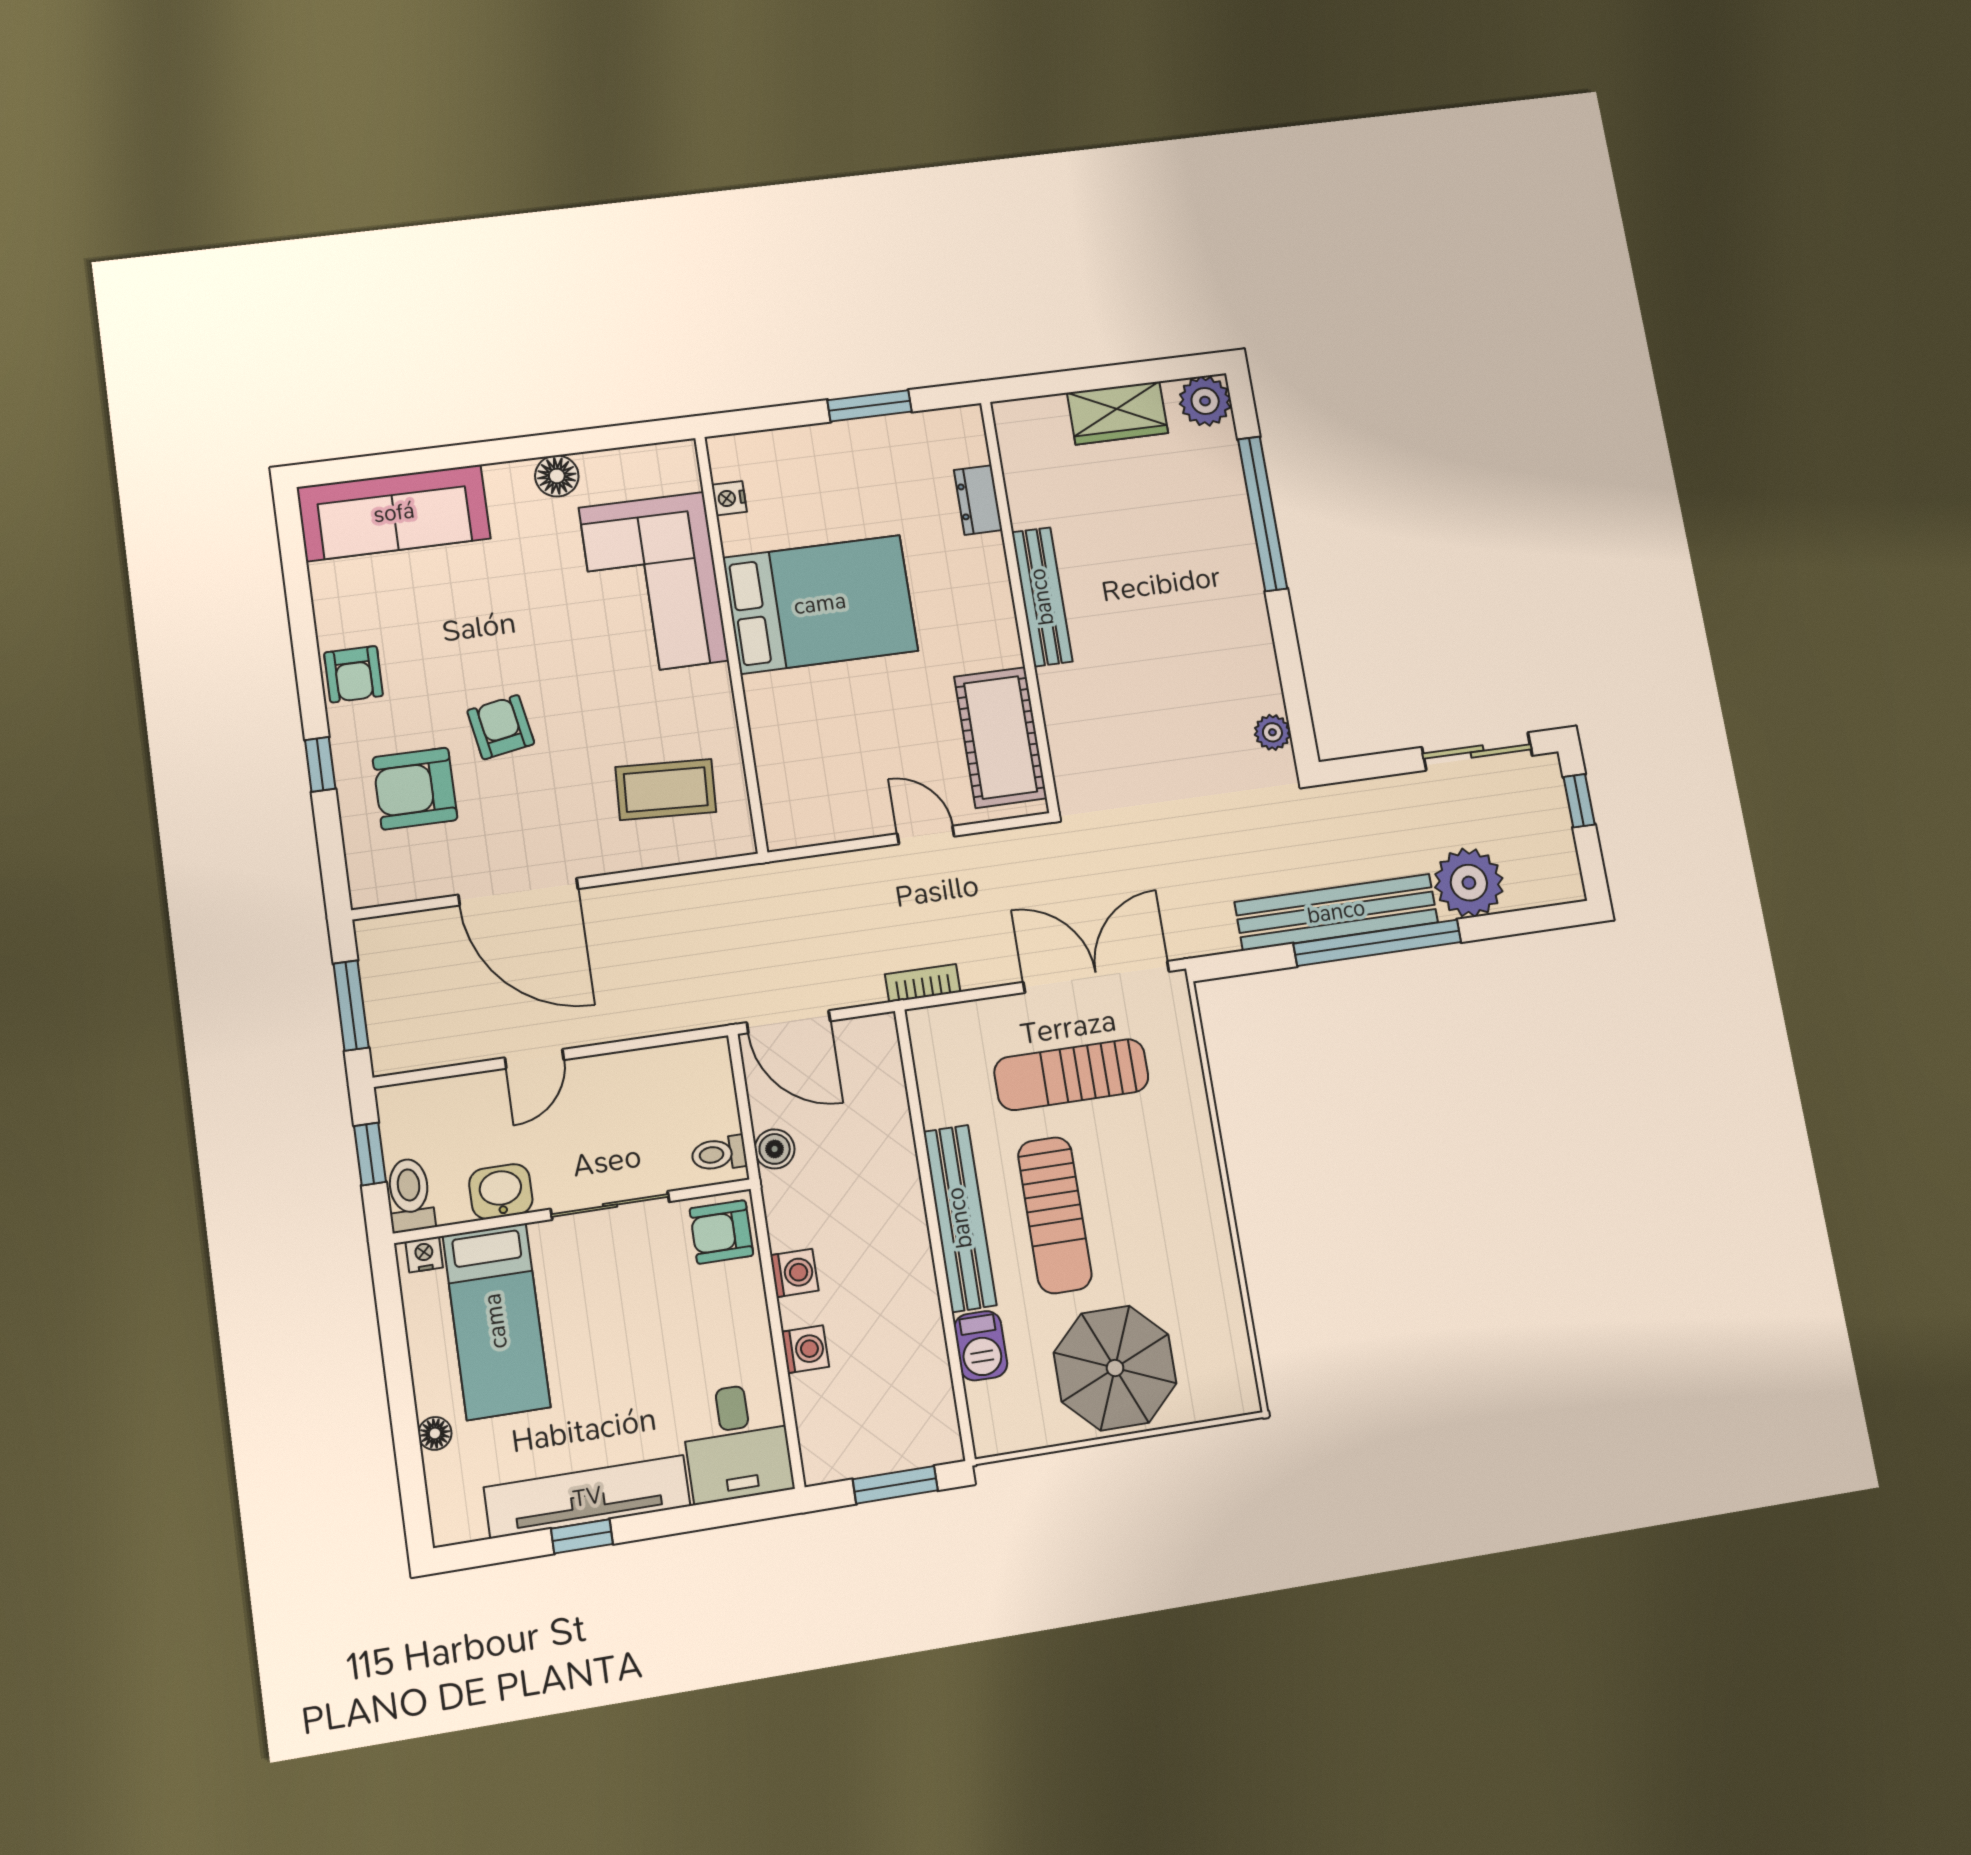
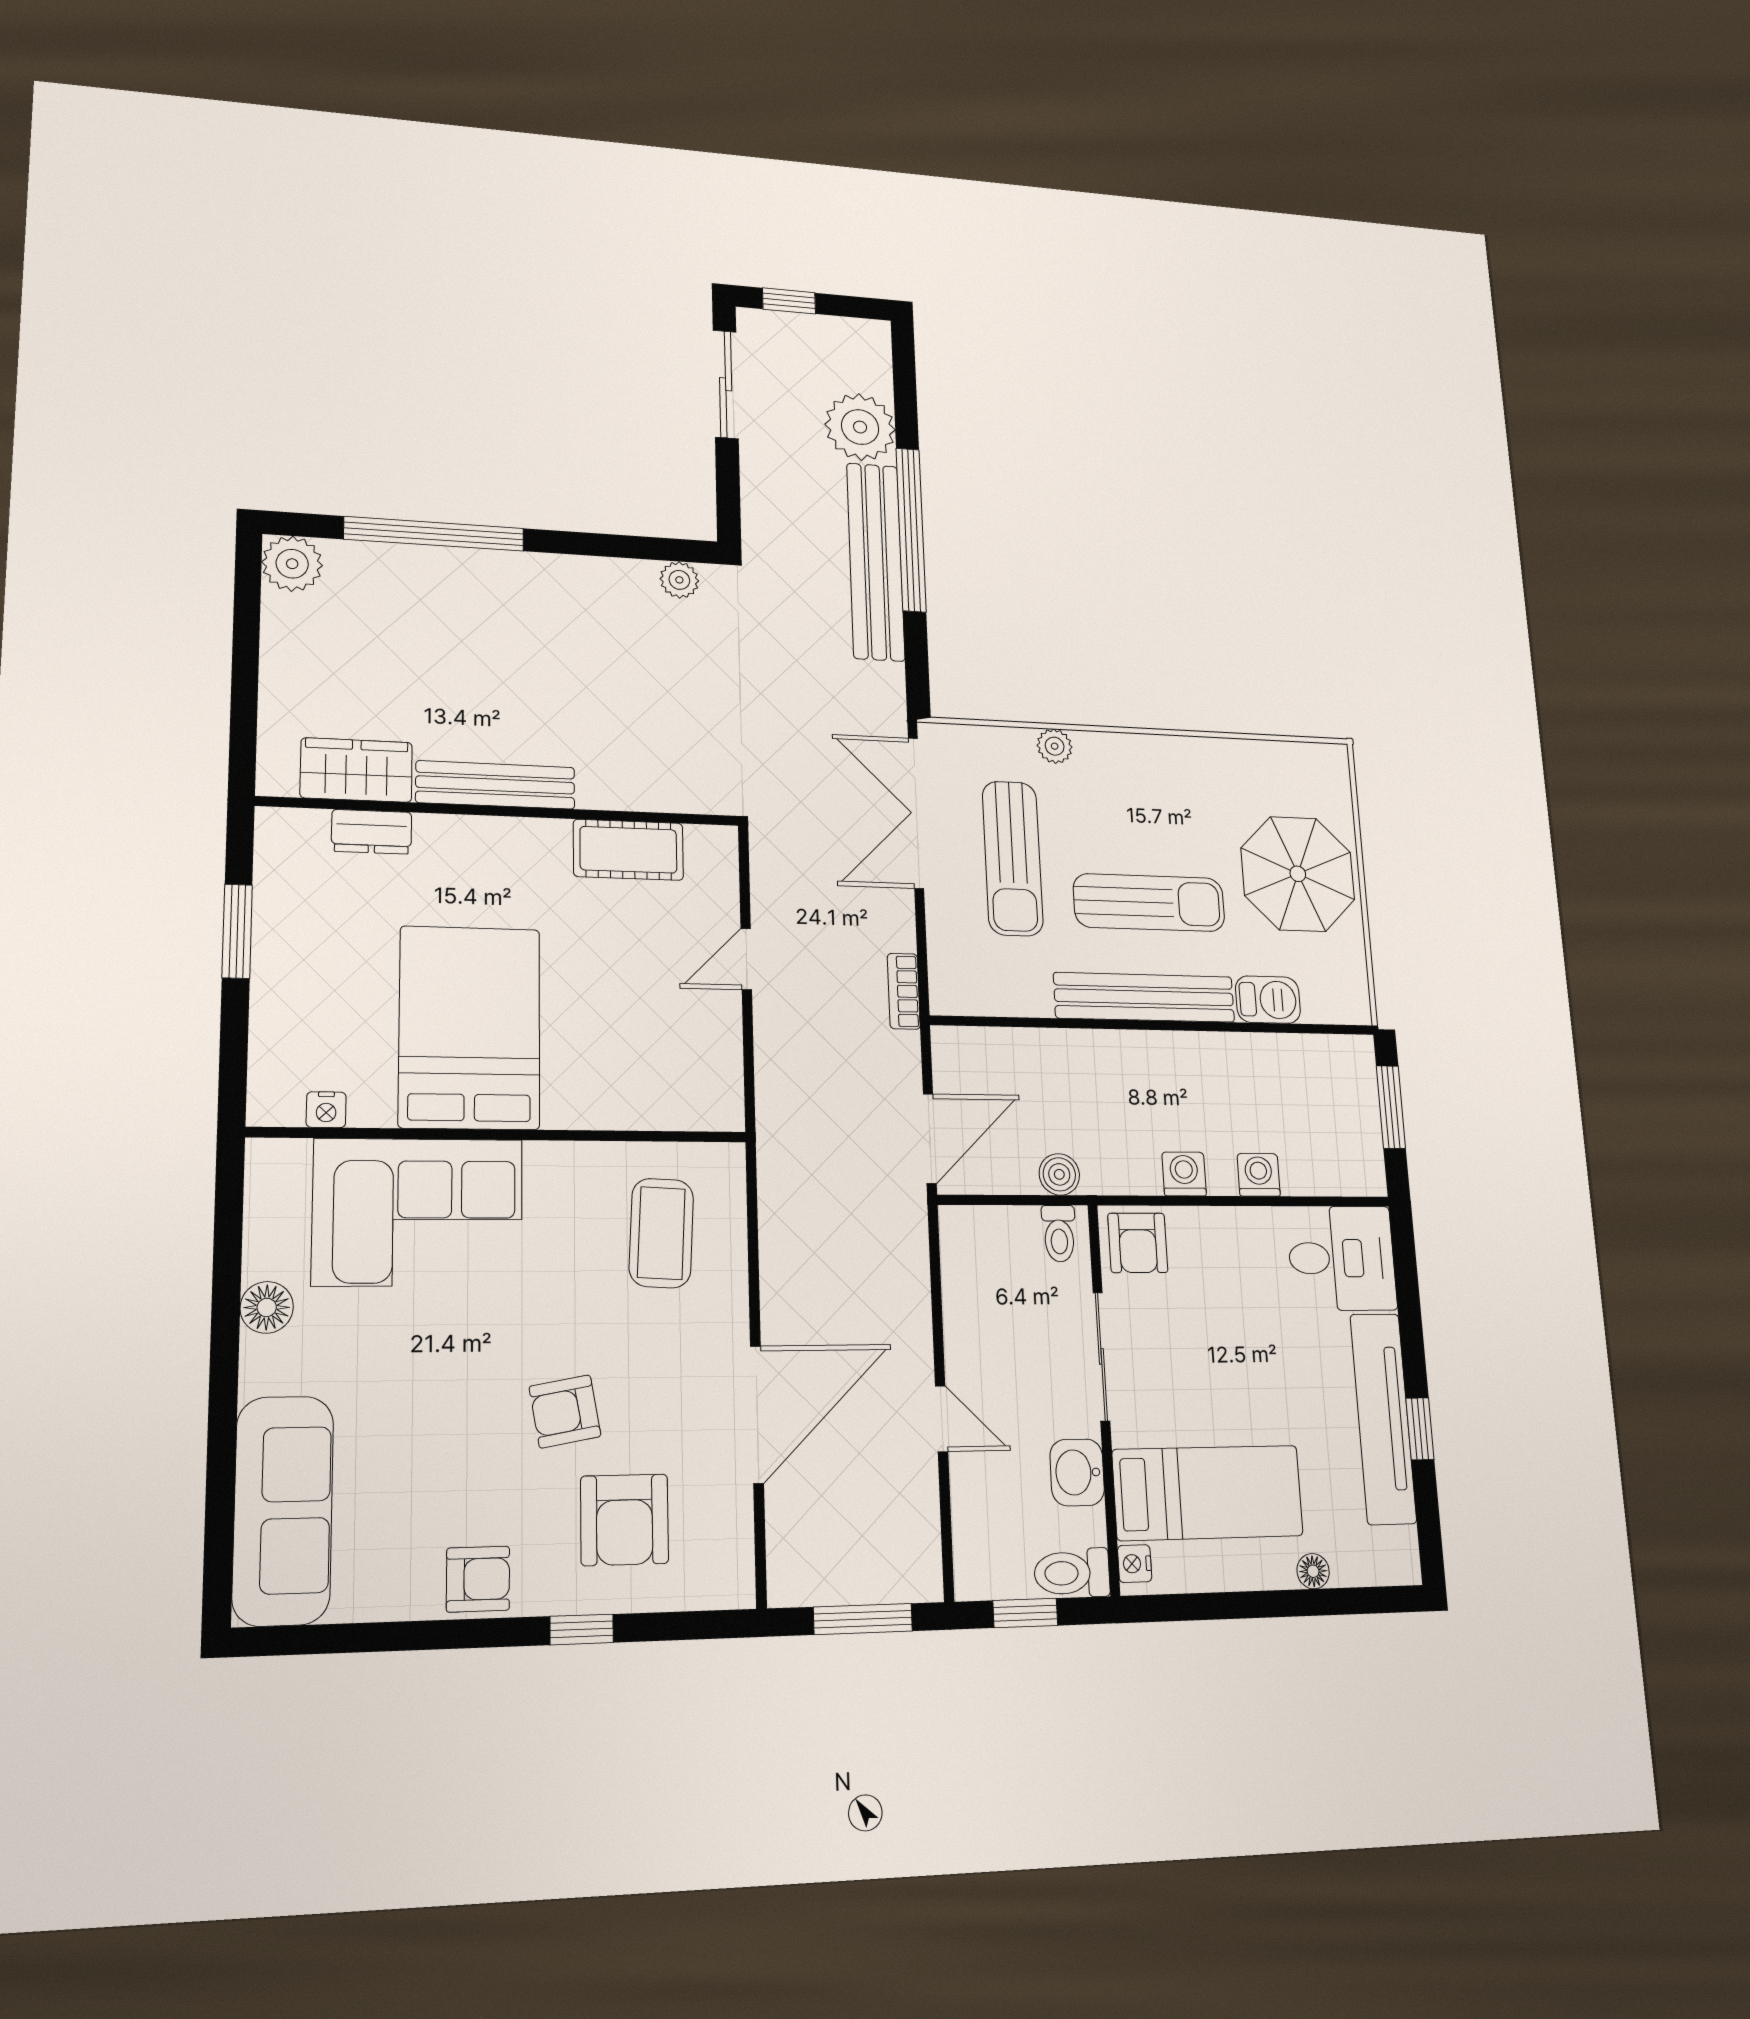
wardrobe: (1118, 413) -> (356, 770), moved, turned -90
cot: (1000, 737) -> (628, 850), width x0.73, depth x0.75
plant: (1192, 1106) -> (1055, 746), added

